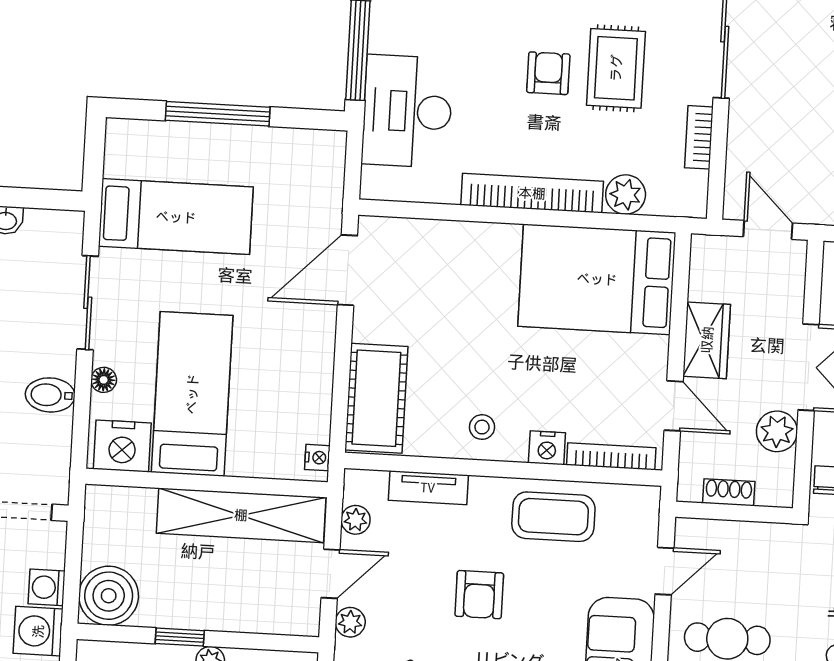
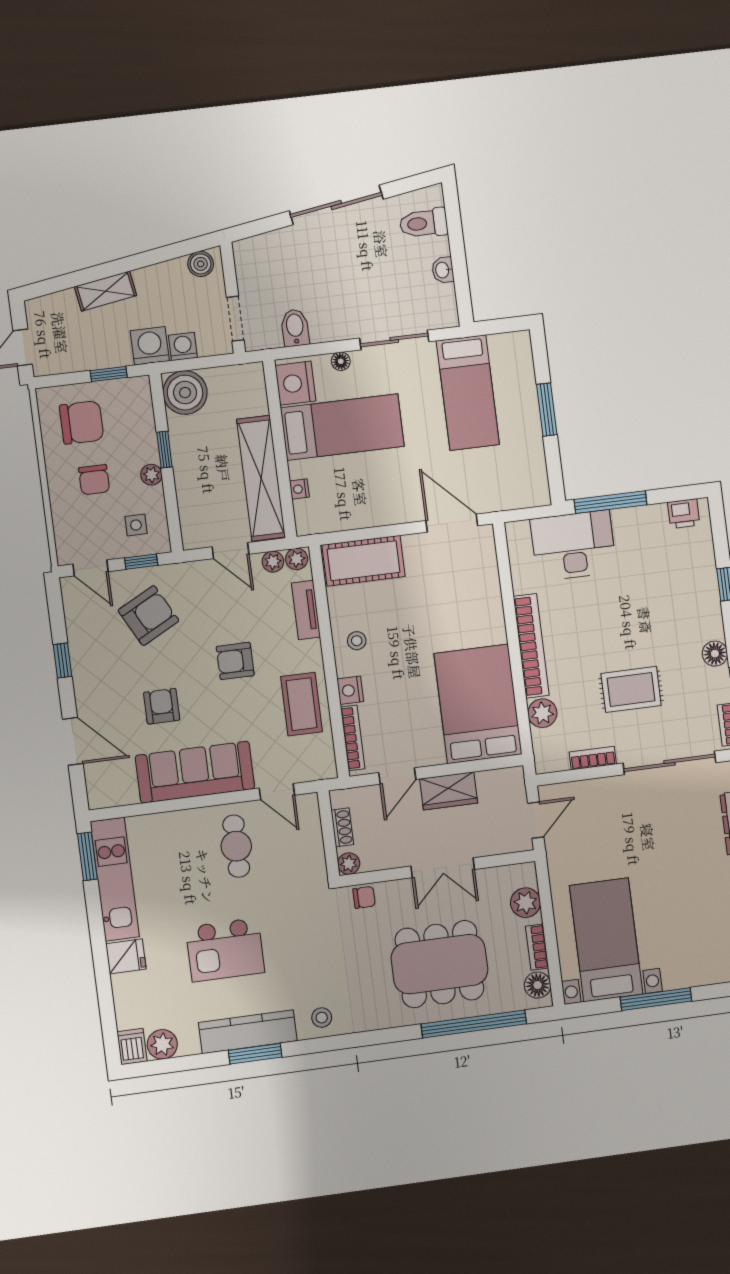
armchair: (548, 73) -> (619, 642), removed
window: (218, 114) -> (547, 410), width x0.69
bidet: (50, 395) -> (295, 328), moved
plant: (777, 431) -> (349, 864), moved, width x0.73, depth x0.73
nightstand: (317, 458) -> (299, 489), moved, turned 90
plant: (350, 622) -> (297, 559), moved

